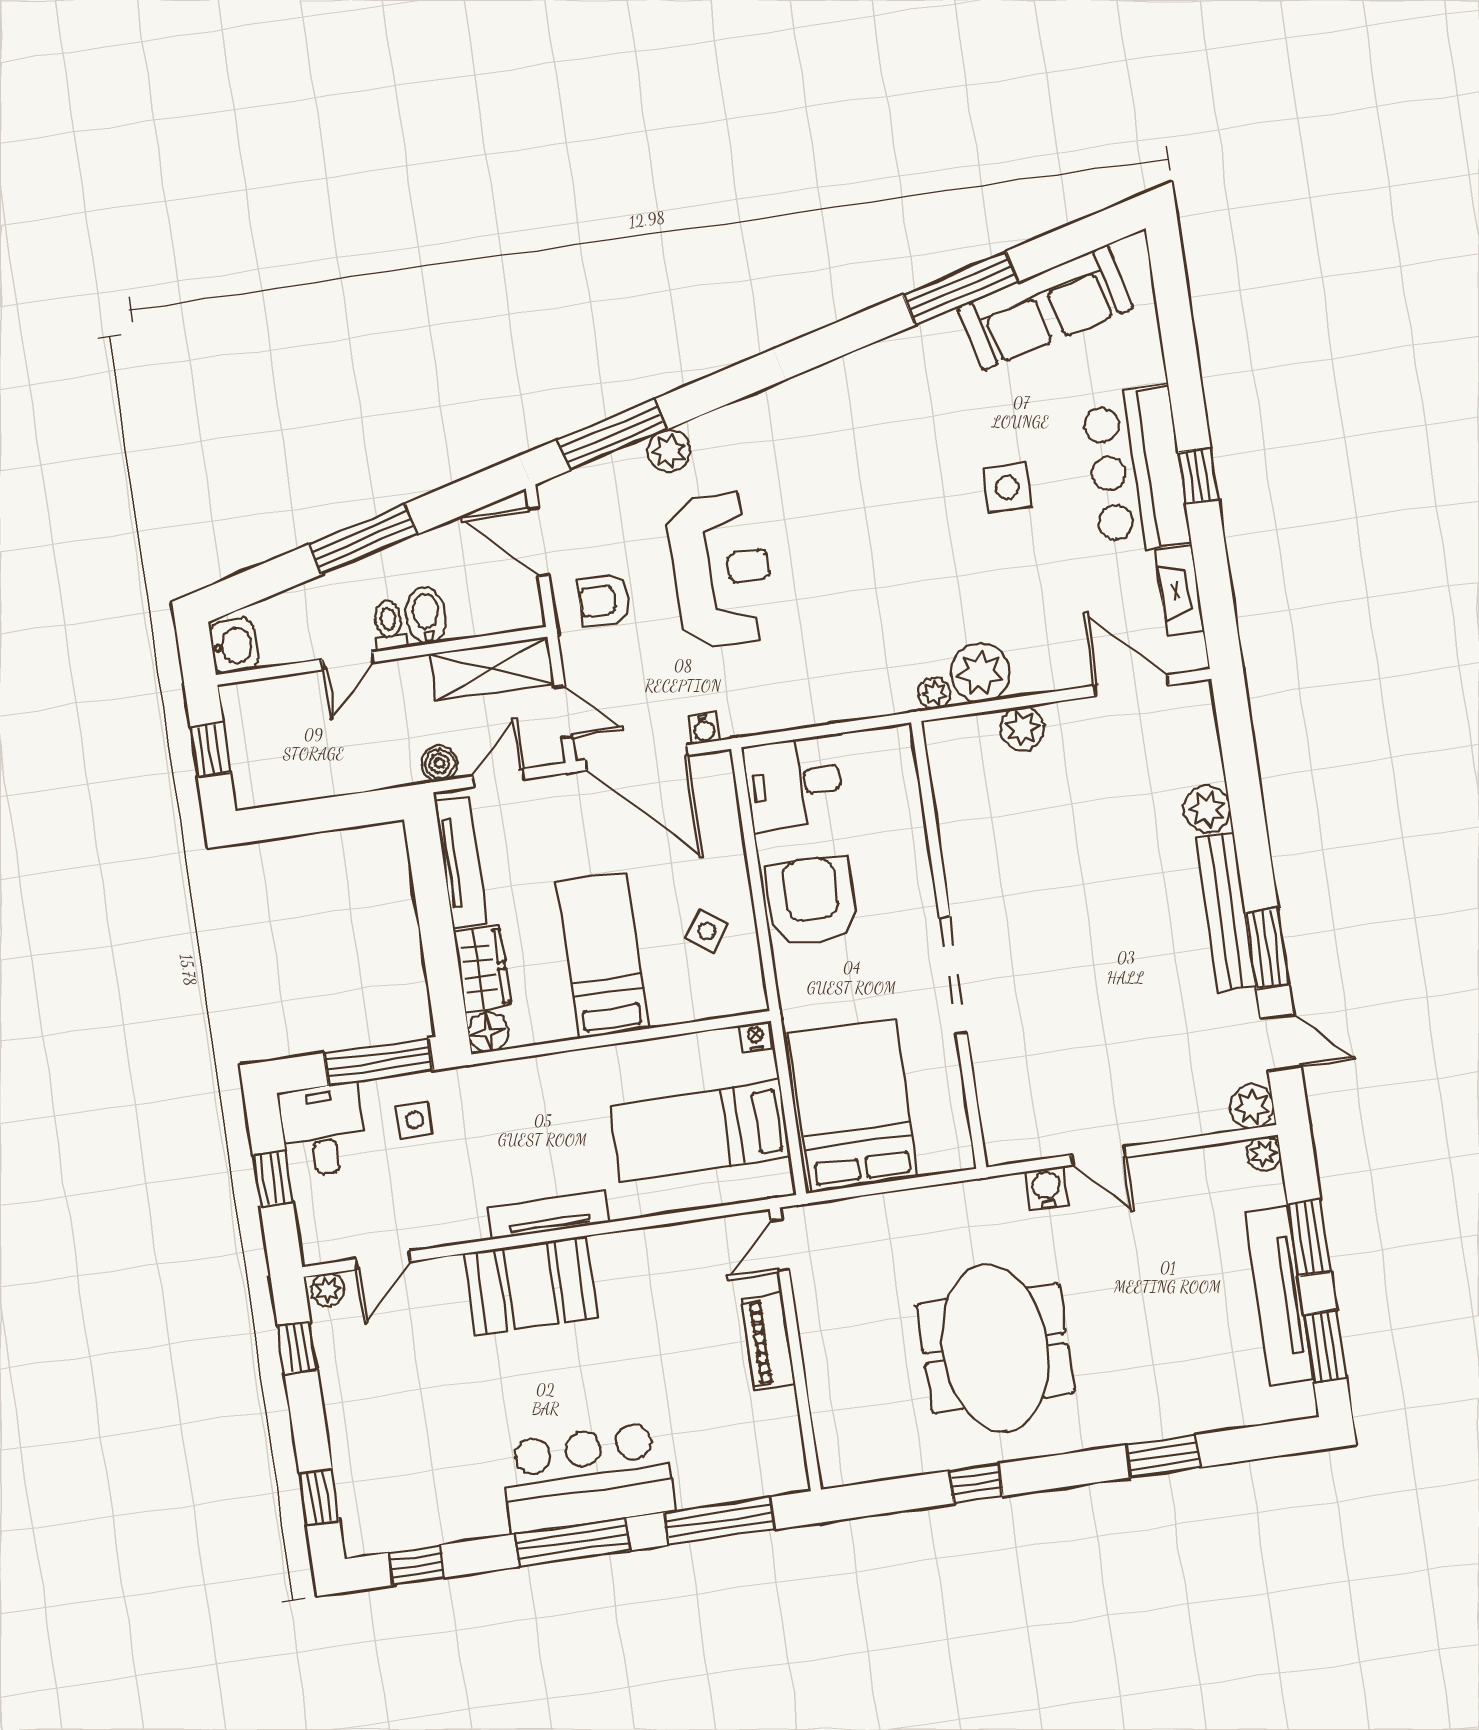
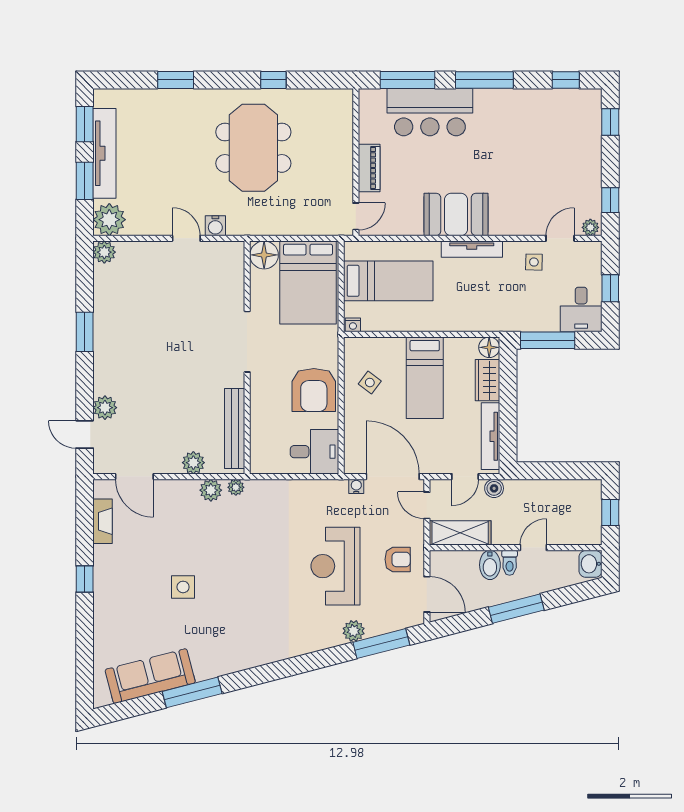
bar counter: (1136, 470) -> (116, 587), removed
plant: (980, 673) -> (211, 490), width x0.73, depth x0.73
bench: (1226, 912) -> (235, 429), moved
door: (1281, 1043) -> (85, 434), moved
side table: (414, 1120) -> (534, 262), moved
floor lamp: (945, 1146) -> (264, 255), added
plant: (1264, 1154) -> (109, 220), width x1.87, depth x1.87
booth: (531, 1286) -> (456, 214), moved
bar counter: (587, 1477) -> (430, 112), moved

